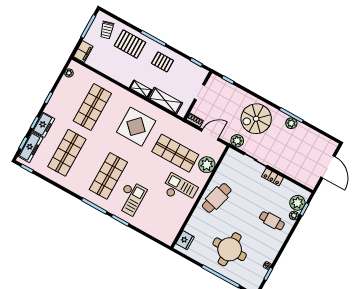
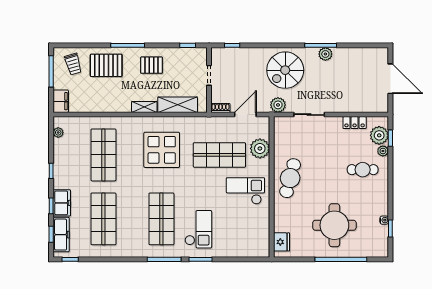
locker: (273, 177) -> (355, 123), moved

